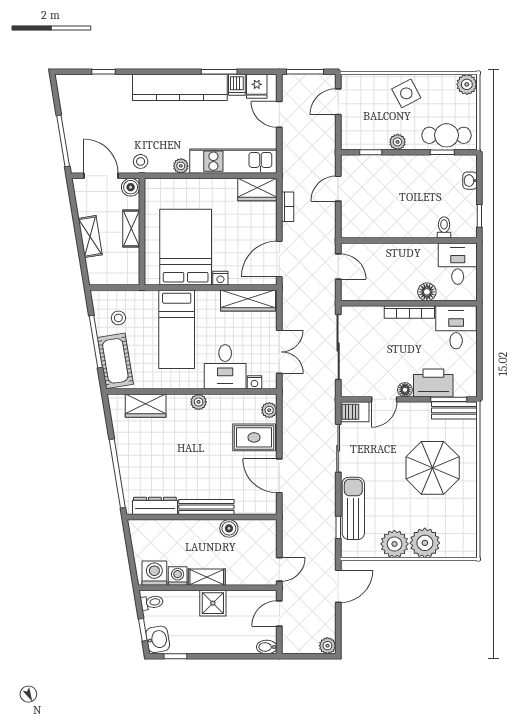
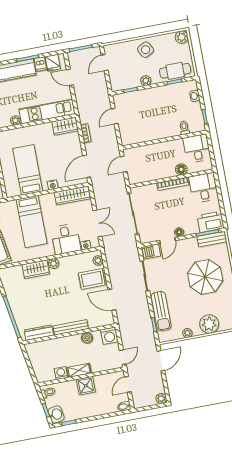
bed: (186, 247) -> (28, 170), width x0.67
door: (338, 266) -> (124, 164), swing flipped
printer: (433, 383) -> (211, 222), moved
wardrobe: (146, 406) -> (36, 269), moved
sun lounger: (353, 508) -> (161, 311), turned 180
plant: (394, 544) -> (187, 333), width x0.53, depth x0.53
washing machine: (154, 573) -> (109, 336), moved, turned 180

